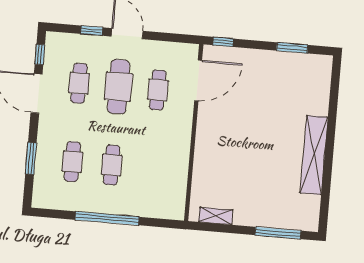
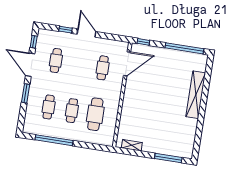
window: (292, 48) -> (184, 48), width x2.11
cafe table: (118, 87) -> (95, 114), moved
shelving: (314, 155) -> (196, 95), moved
window: (31, 159) -> (26, 93), moved
window: (107, 218) -> (54, 140), moved

